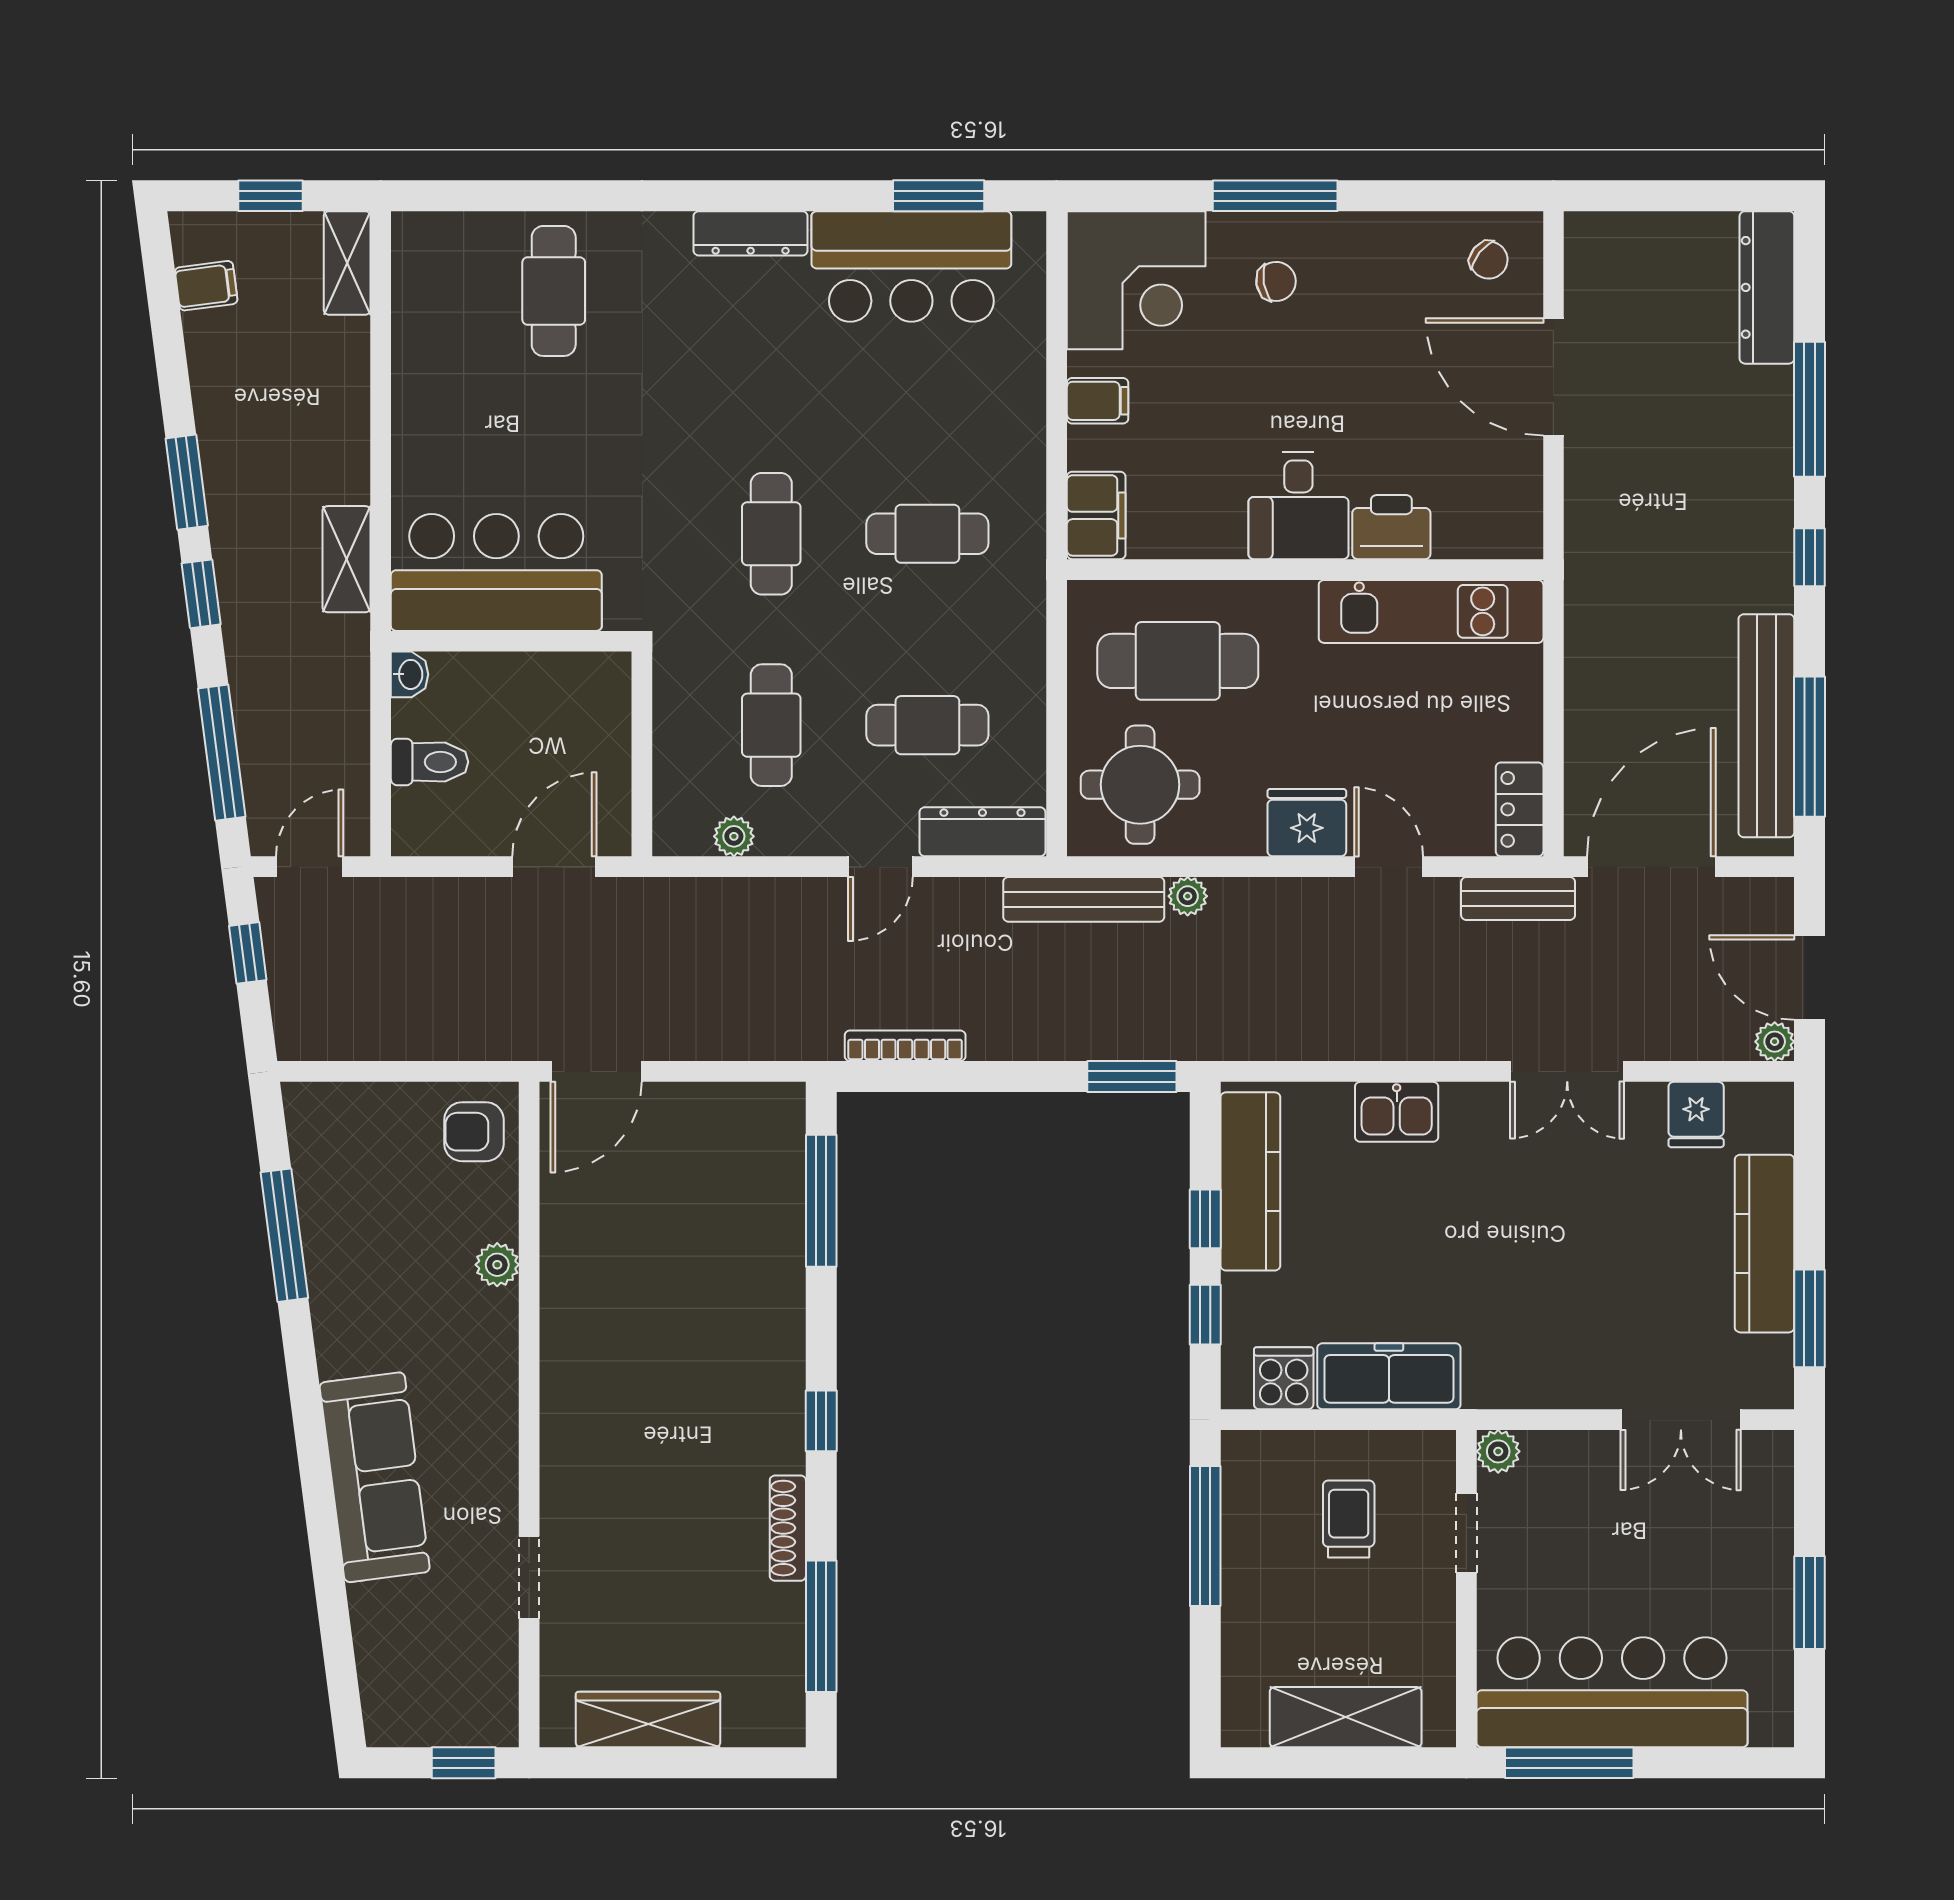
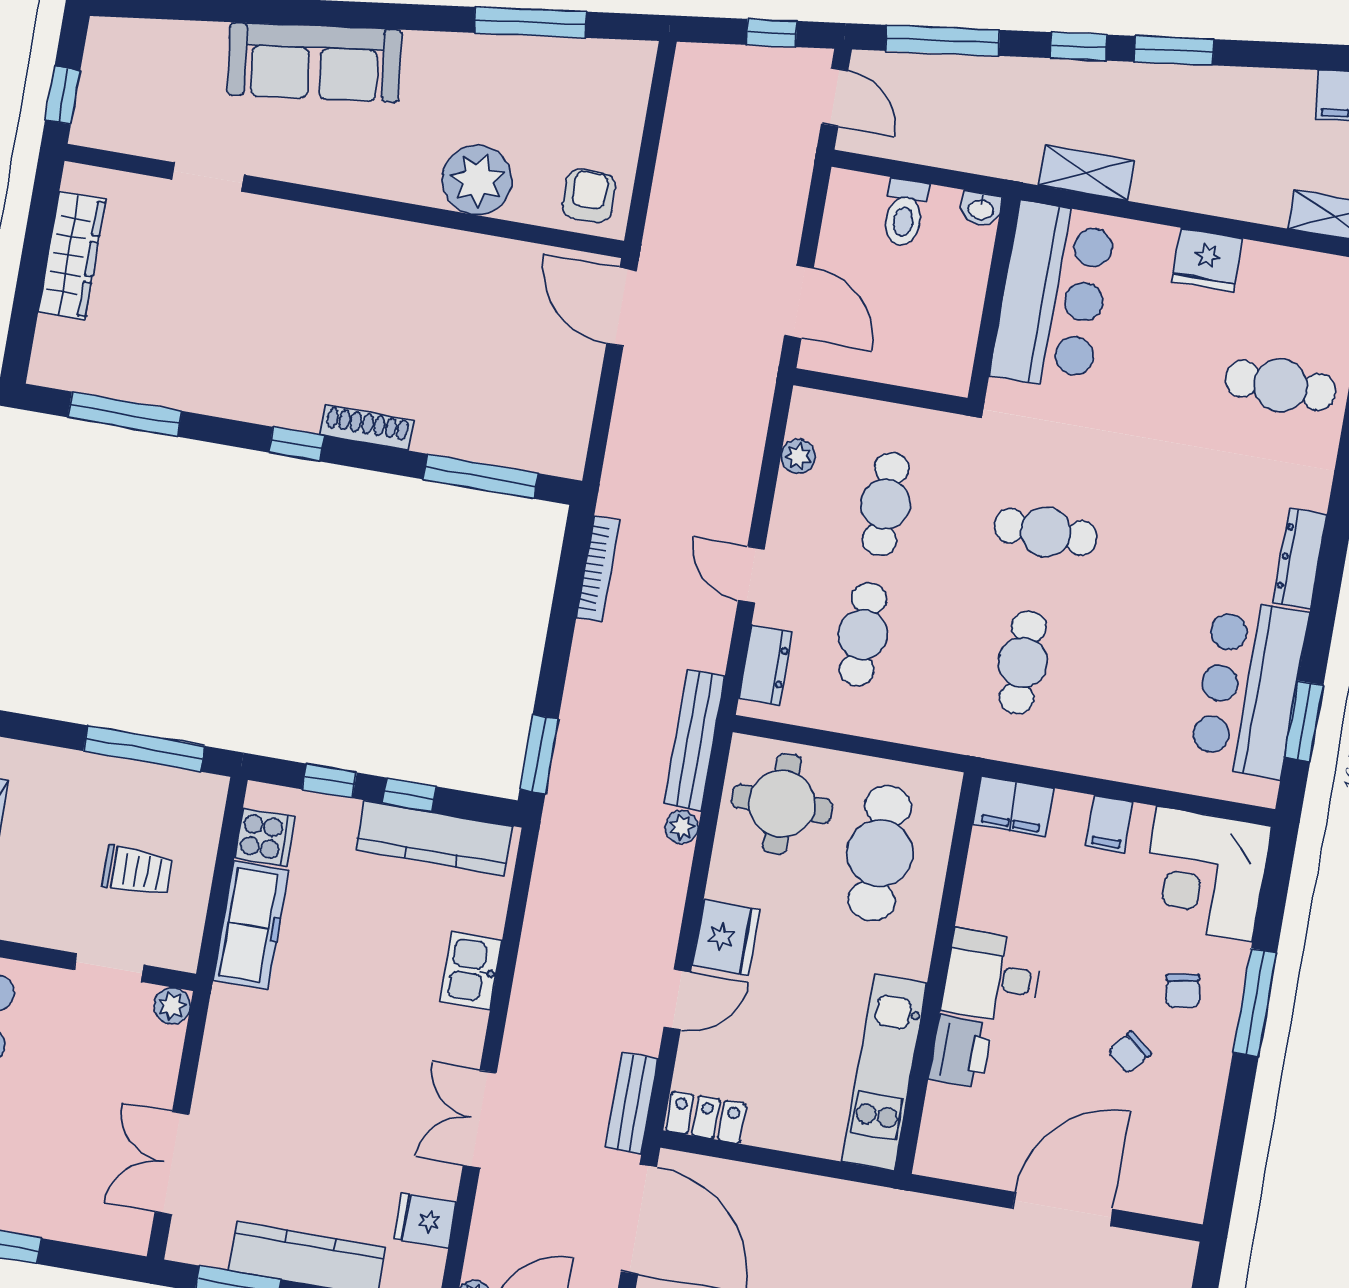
chair: (1489, 260) -> (1129, 1052), moved
fridge: (423, 402) -> (1207, 260), added
cafe table: (771, 725) -> (886, 504), turned 90
dresser: (982, 832) -> (766, 665), width x0.70
plant: (497, 1265) -> (477, 180), width x1.88, depth x1.88
shoe rack: (788, 1528) -> (367, 428), moved

